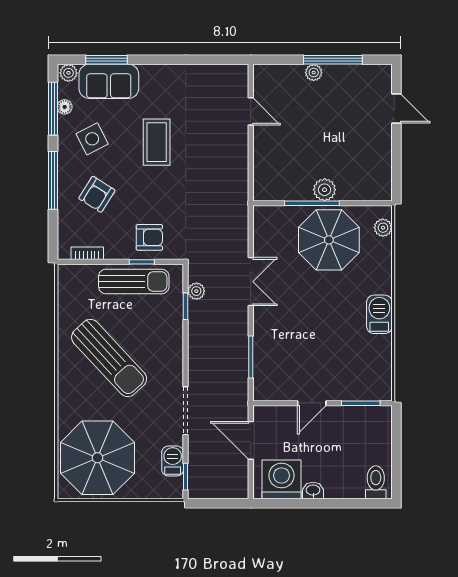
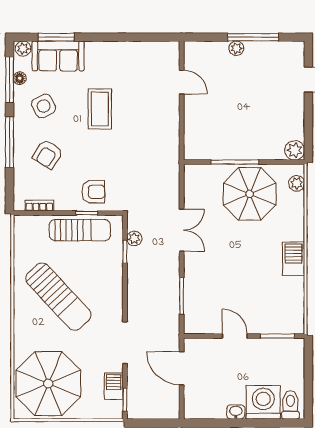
plant: (325, 190) -> (295, 150), moved
door: (312, 403) -> (235, 336), swing flipped
washing machine: (282, 479) -> (263, 402), moved

